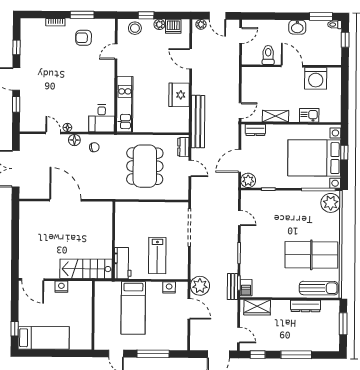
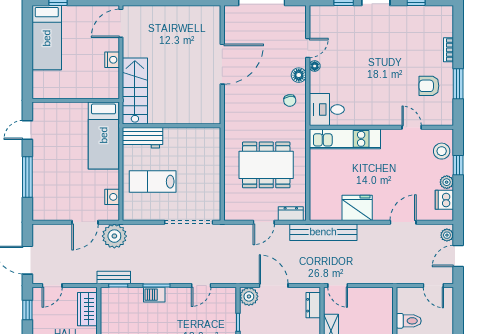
armchair: (84, 38) -> (429, 86), turned -90
barbecue: (246, 288) -> (154, 295), moved
bed: (133, 308) -> (104, 135), moved, turned -90

